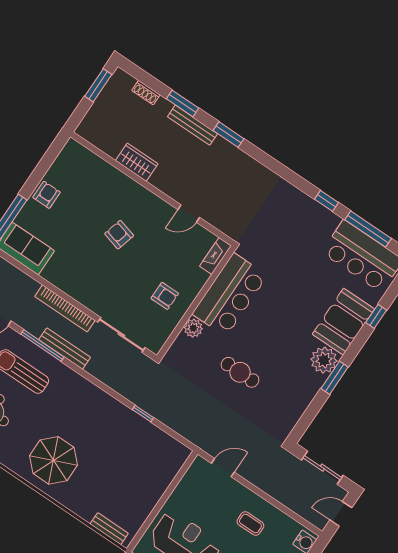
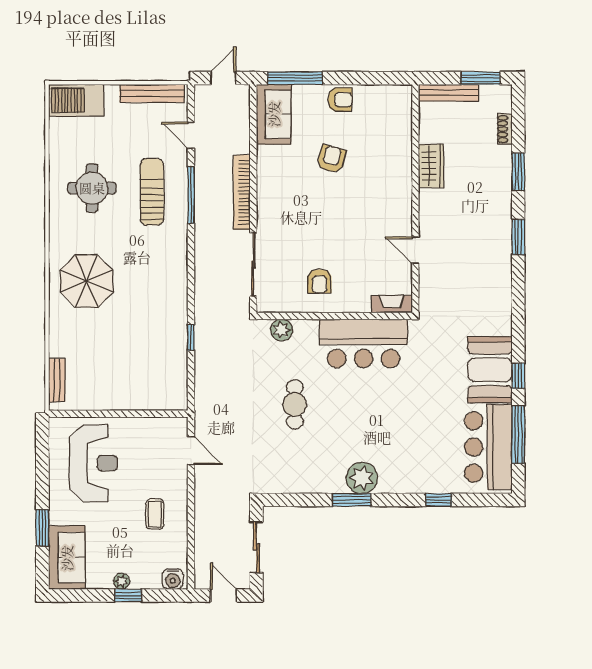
bench: (192, 125) -> (448, 93), moved, turned 90
armchair: (119, 235) -> (331, 159), moved
booth: (343, 322) -> (490, 370), moved, turned 90
plant: (193, 328) -> (282, 330), moved
bench: (65, 348) -> (203, 218), removed

